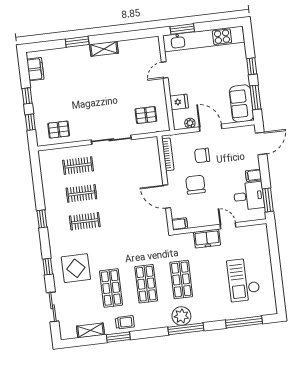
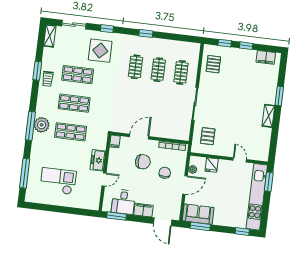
window: (252, 66) -> (242, 232), moved
filing cabinet: (253, 175) -> (143, 210), width x2.00
shelving: (90, 330) -> (50, 36), moved

